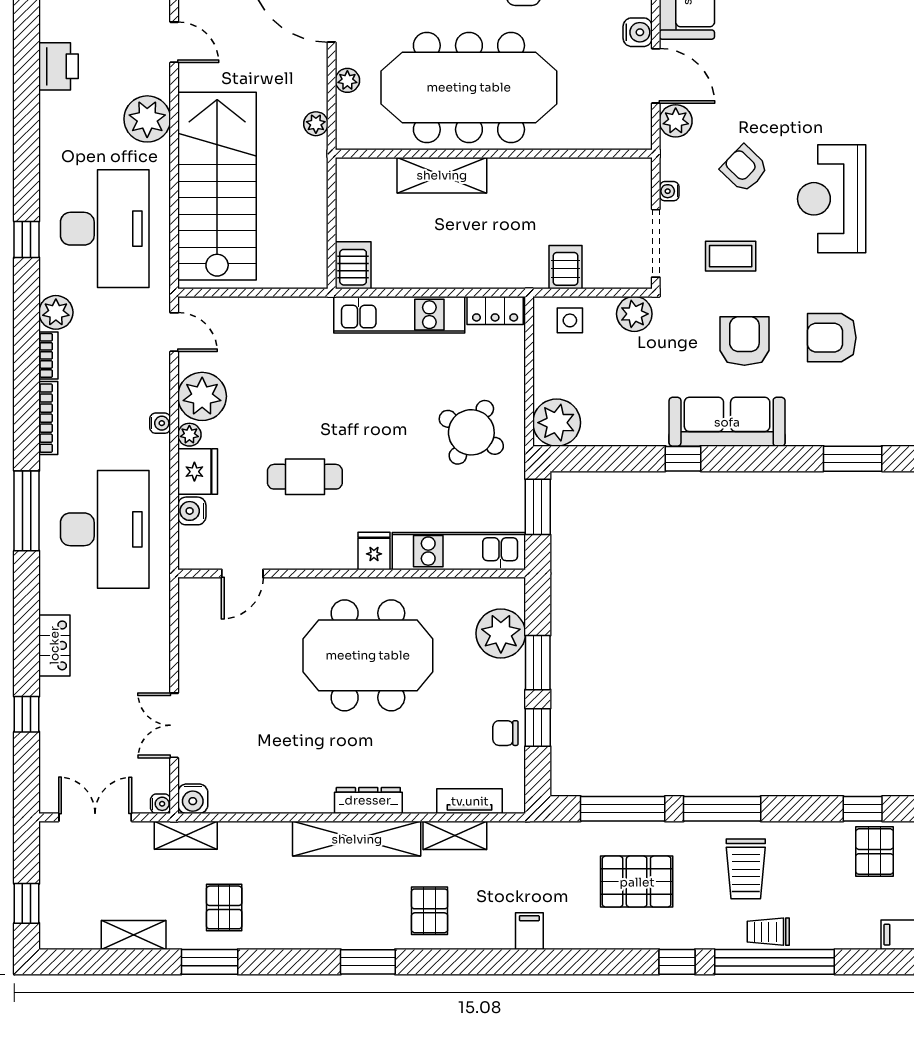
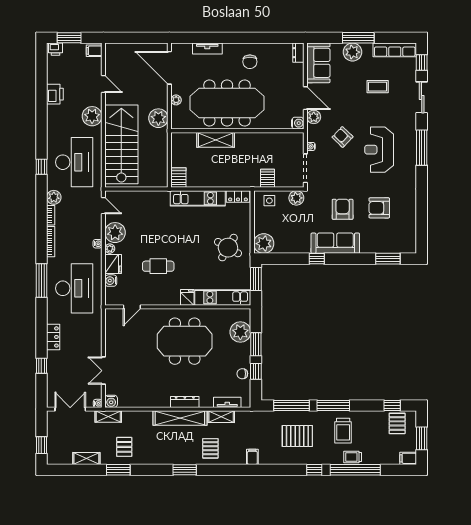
water cooler: (638, 32) -> (298, 123), moved
plant: (316, 124) -> (158, 118), width x1.87, depth x1.87
coffee table: (731, 256) -> (378, 87), moved

